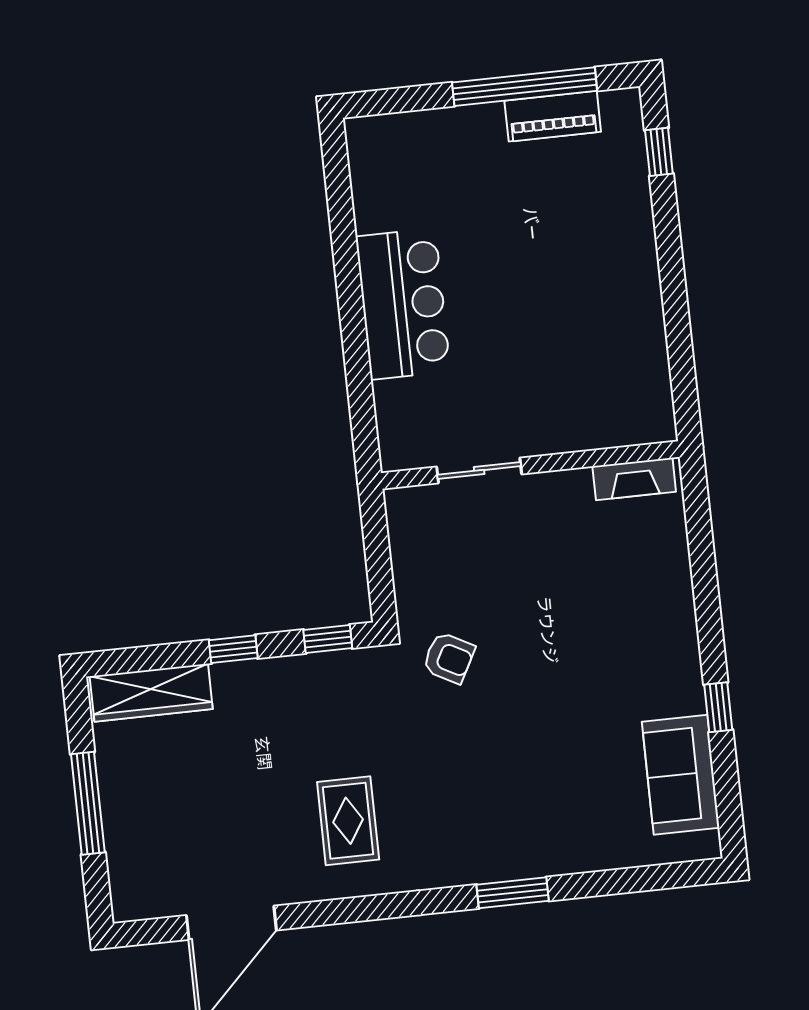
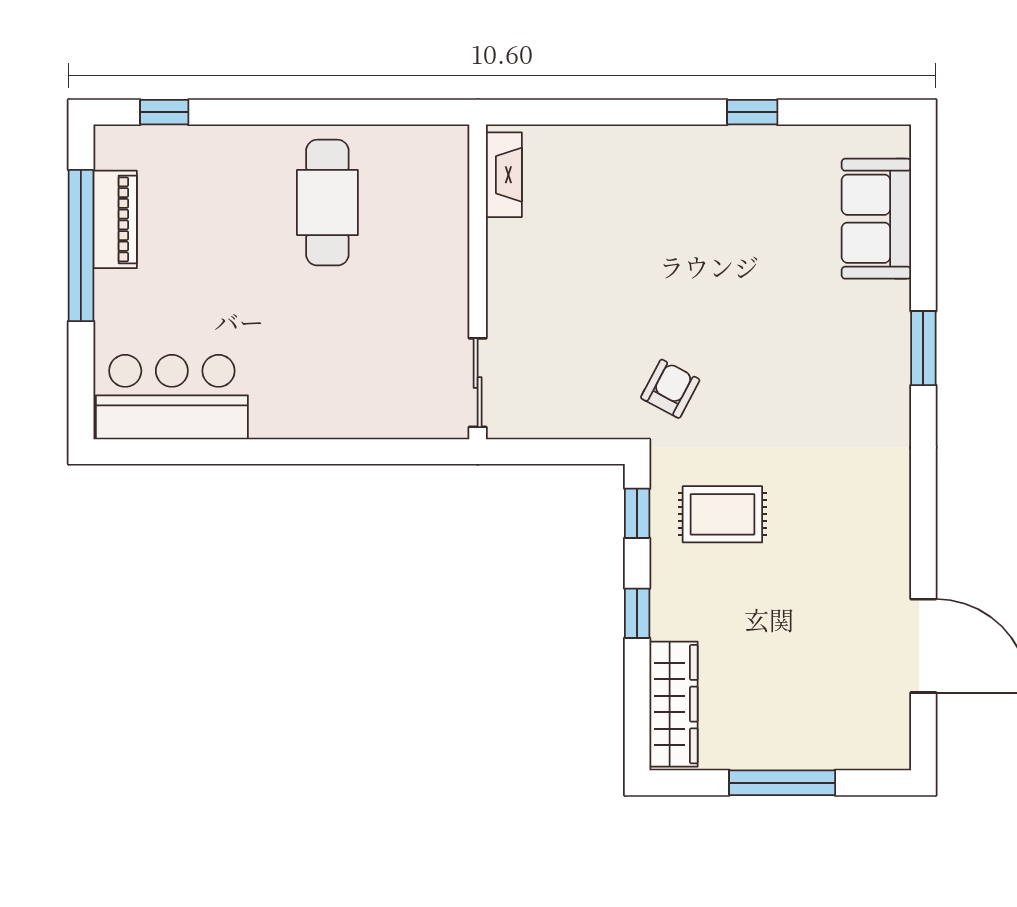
bar counter: (403, 304) -> (172, 397), moved
cafe table: (590, 315) -> (327, 203), added
sliding door: (479, 470) -> (478, 383), moved
sofa: (681, 775) -> (876, 219), moved, turned 90
rug: (348, 821) -> (722, 514), moved

